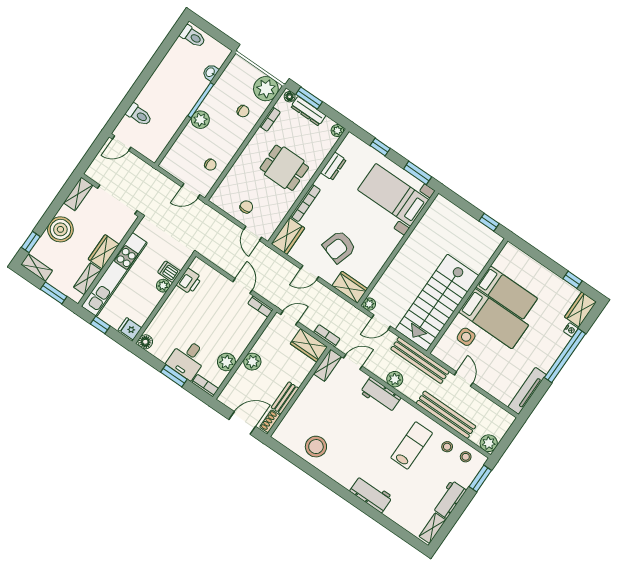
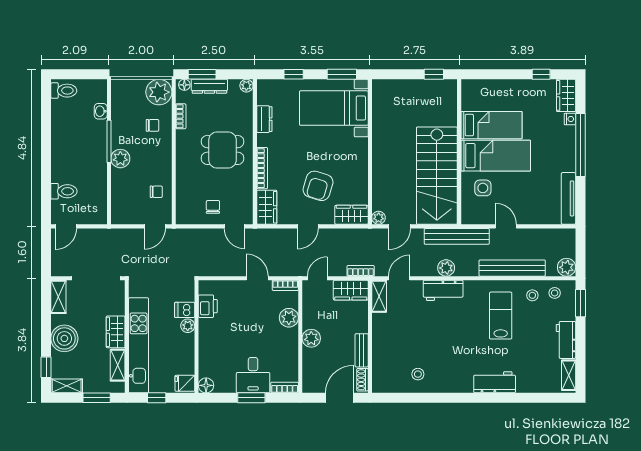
plant: (226, 362) -> (289, 318), moved
stool: (316, 447) -> (418, 374), width x0.53, depth x0.53

